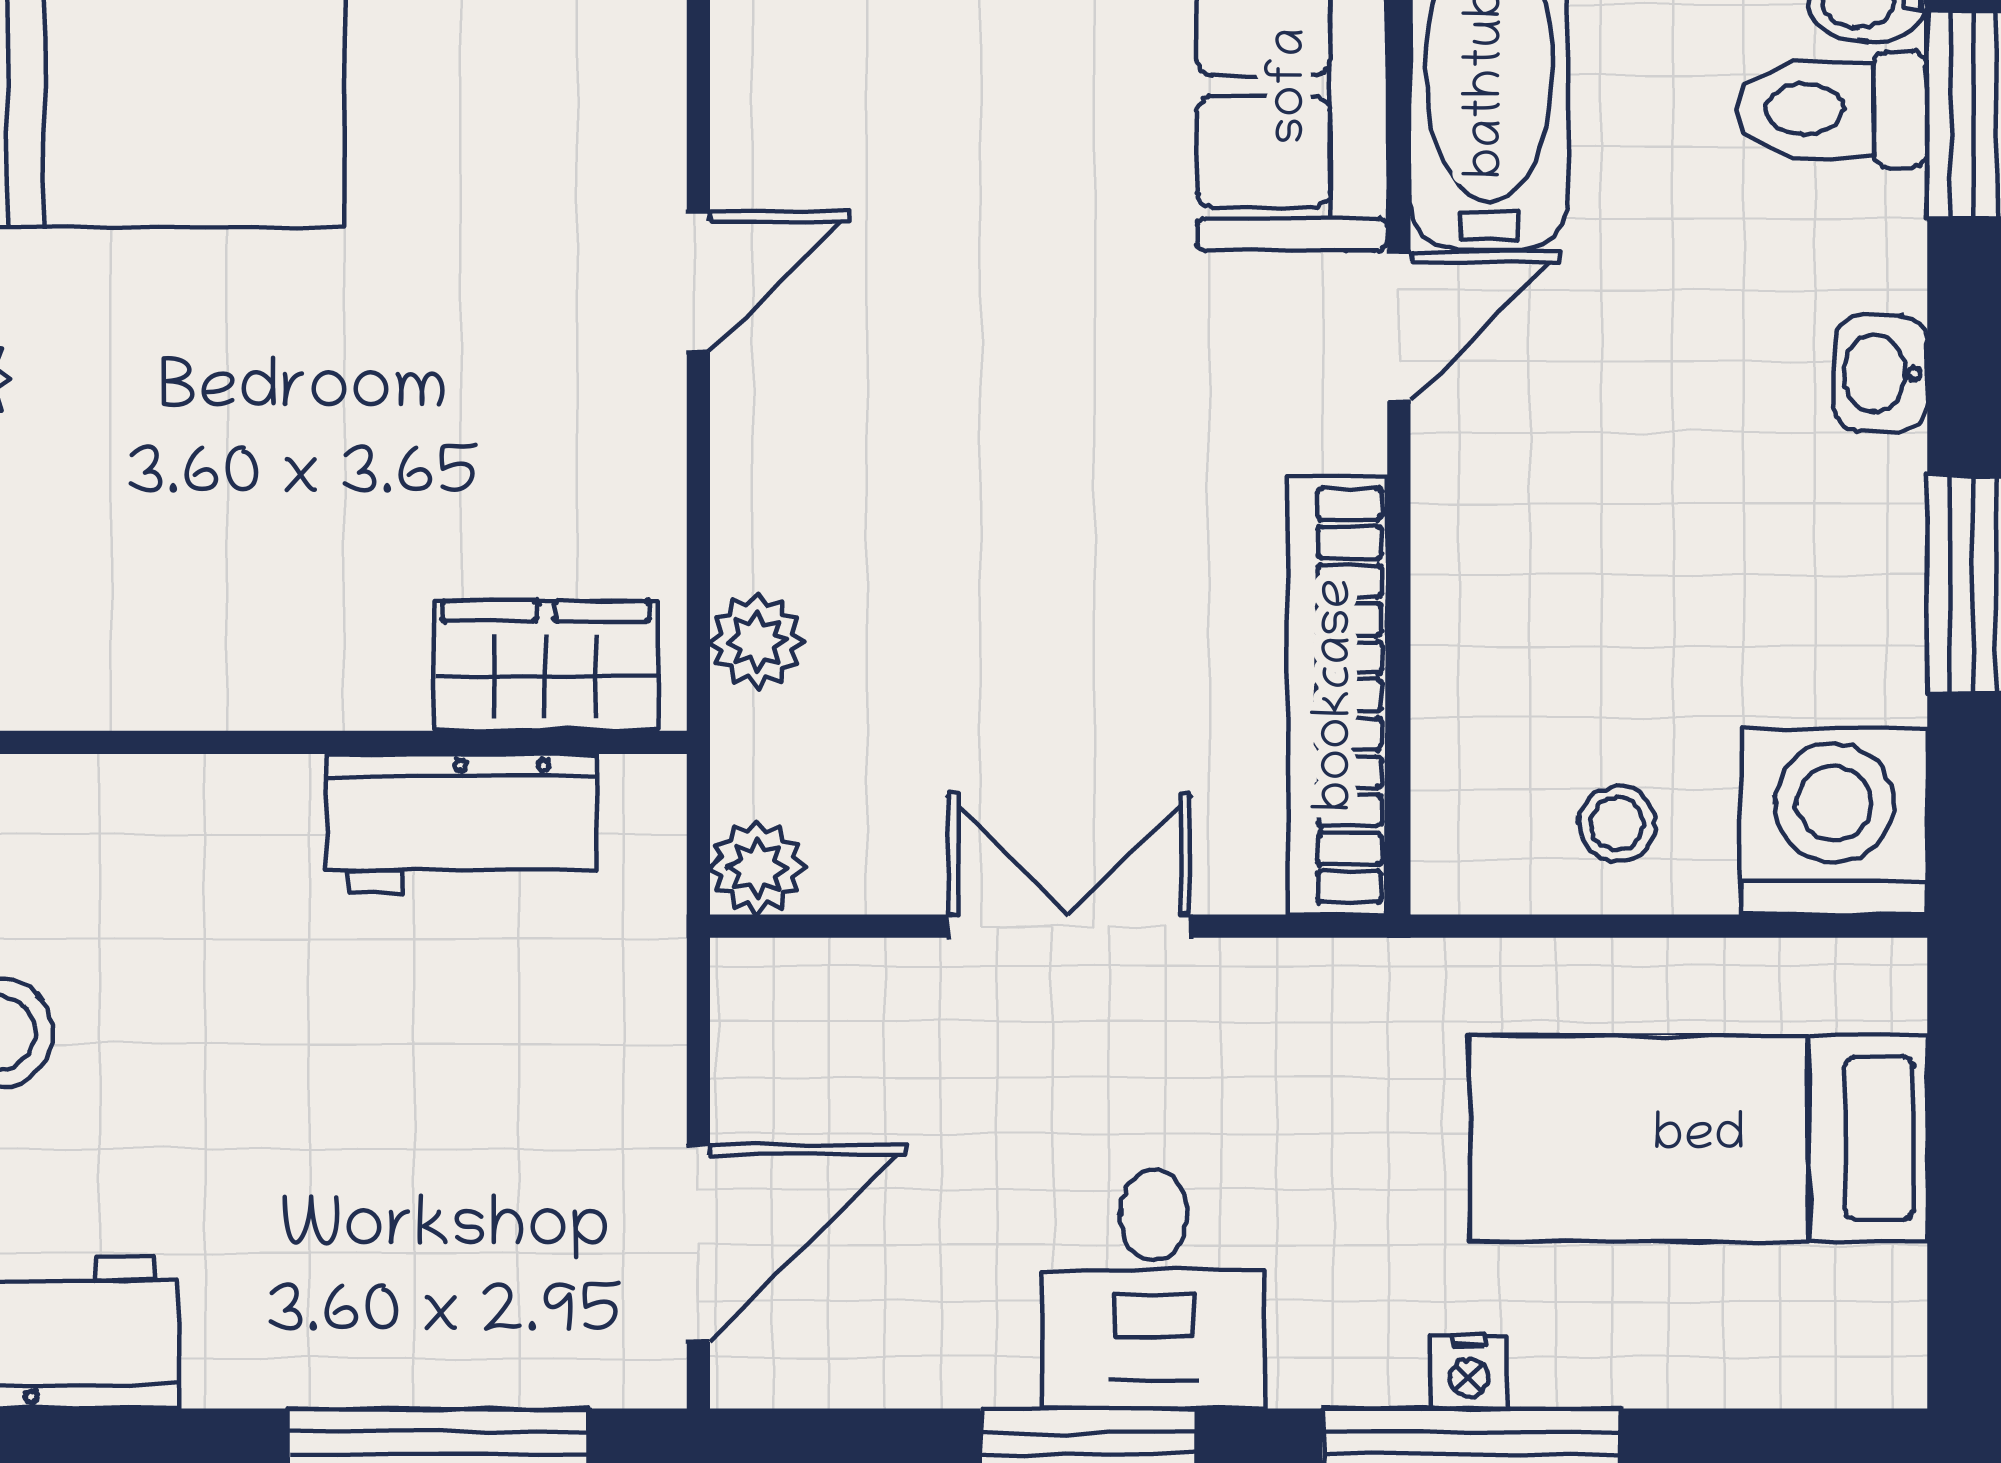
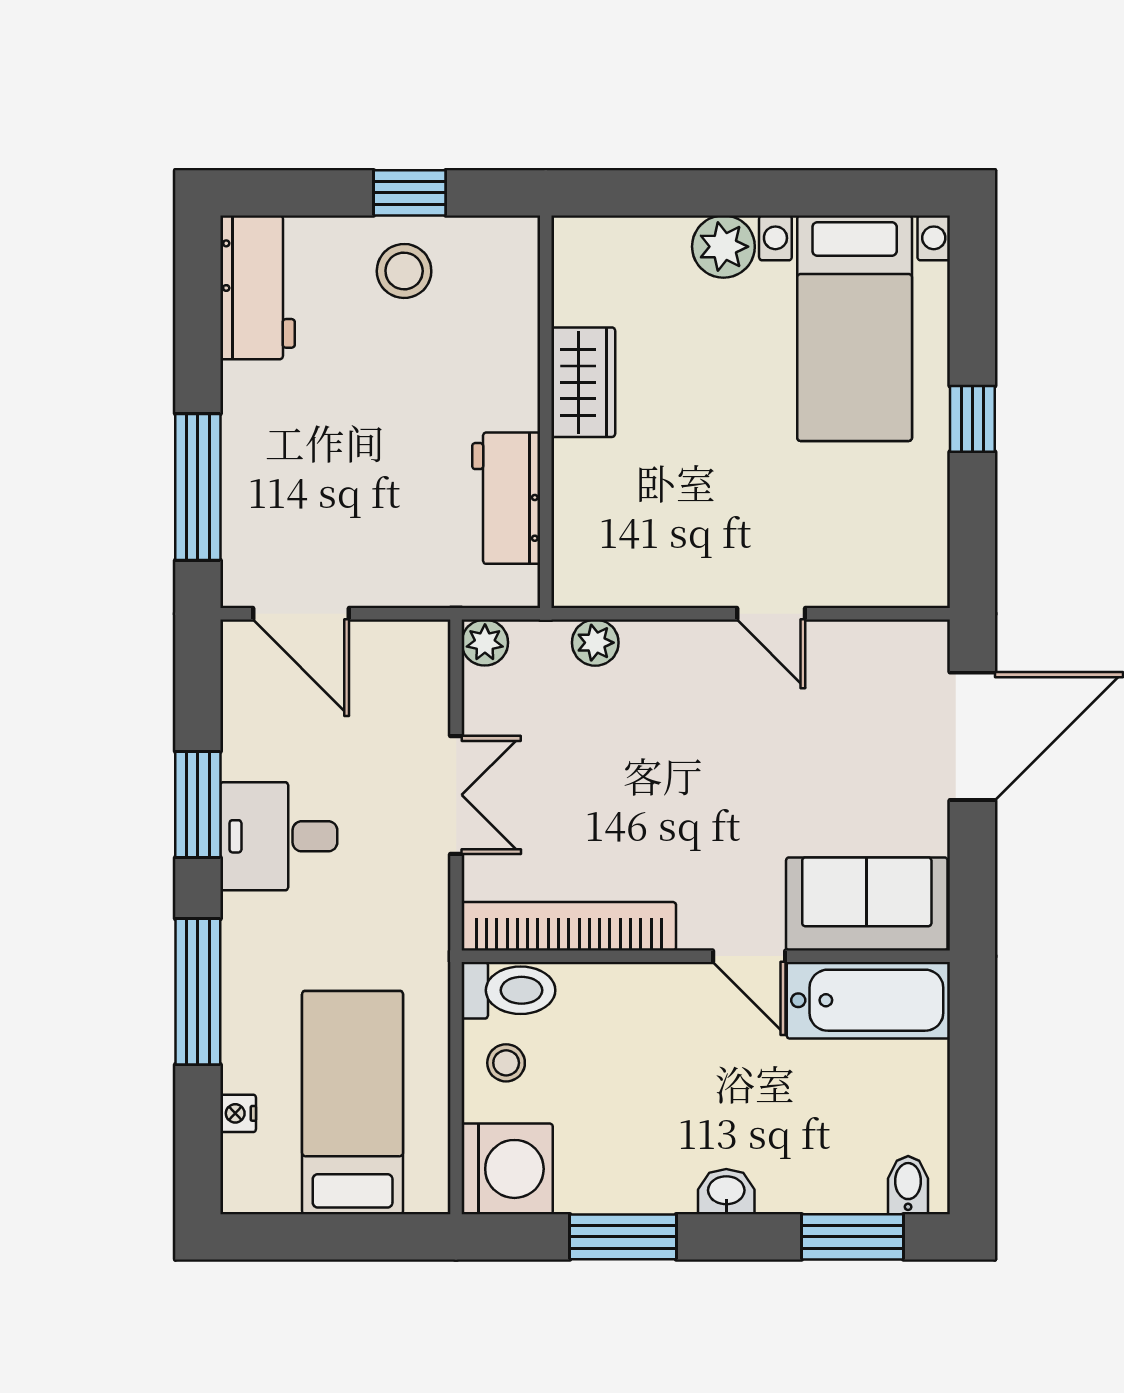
toilet: (1832, 109) -> (508, 990), moved, turned 90
wardrobe: (546, 666) -> (583, 382), moved
nightstand: (1469, 1372) -> (238, 1113), moved

